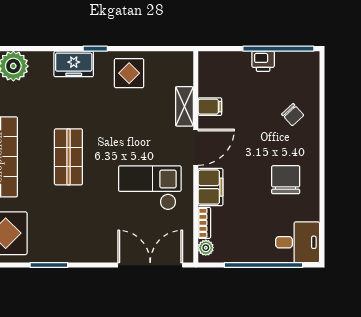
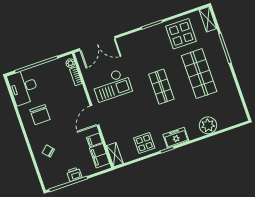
shelving: (184, 106) -> (115, 155), moved
filing cabinet: (210, 187) -> (100, 156), moved
desk: (298, 242) -> (23, 87), width x1.37

